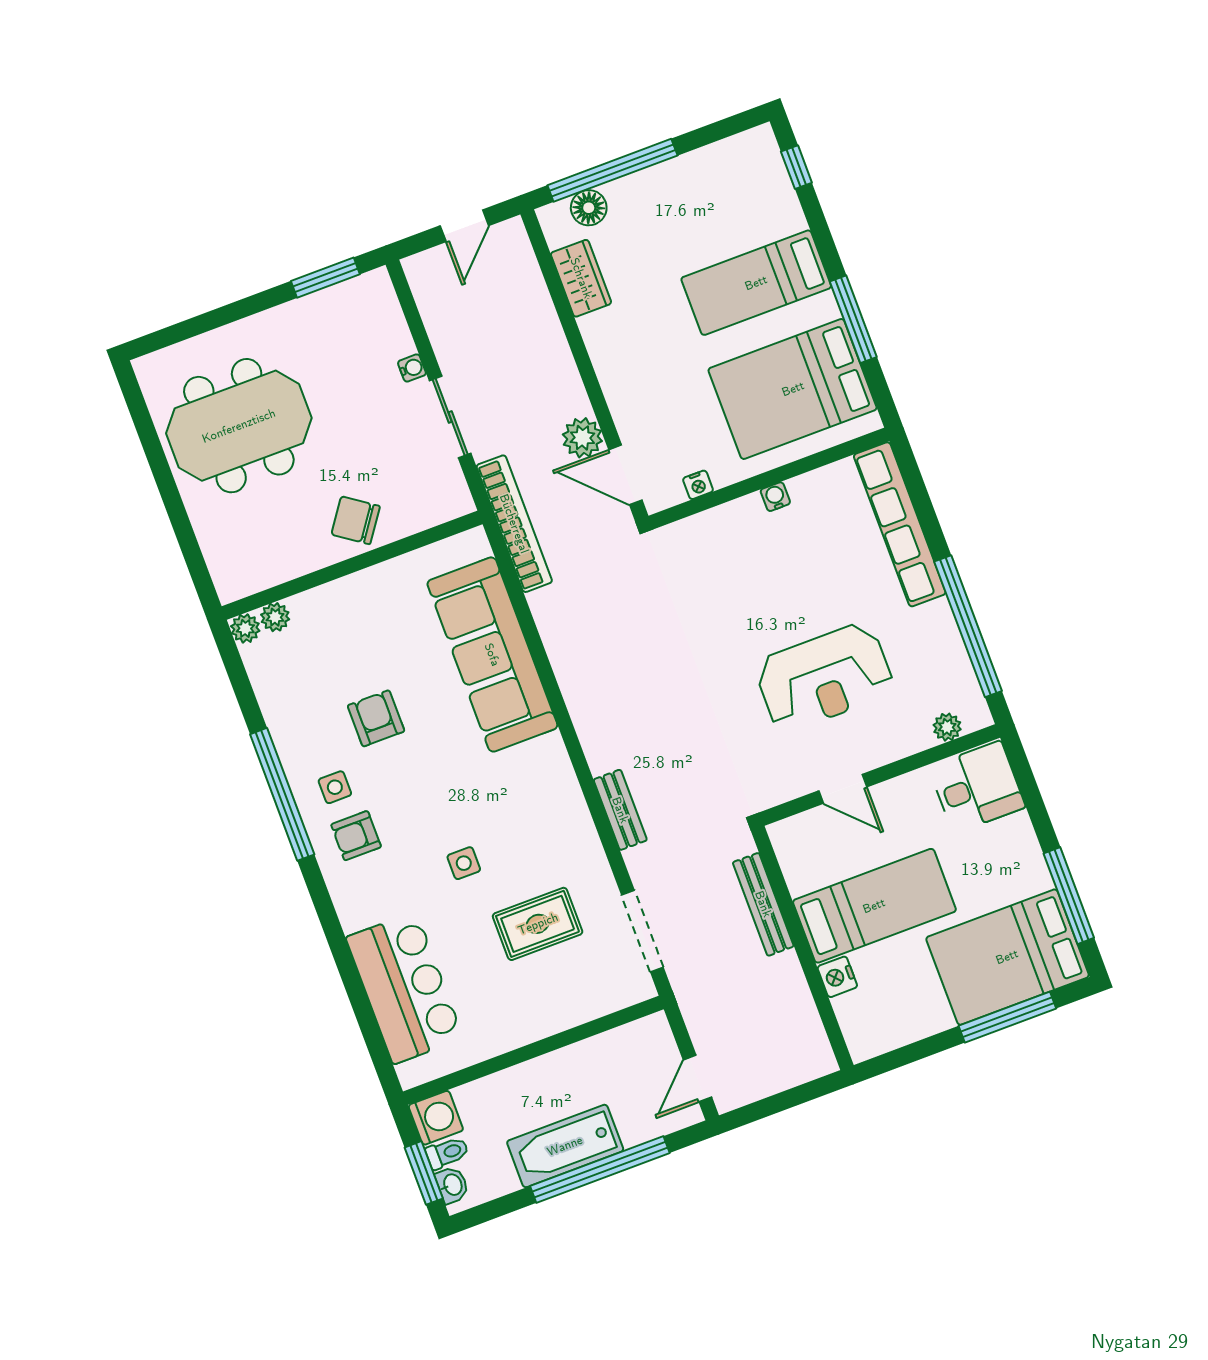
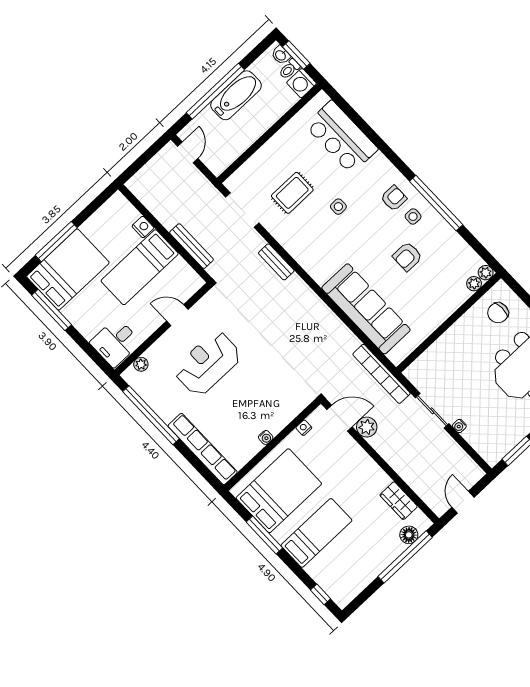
chair: (356, 520) -> (498, 313), moved, turned 145
armchair: (376, 718) -> (407, 256), turned 90

